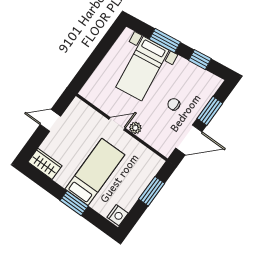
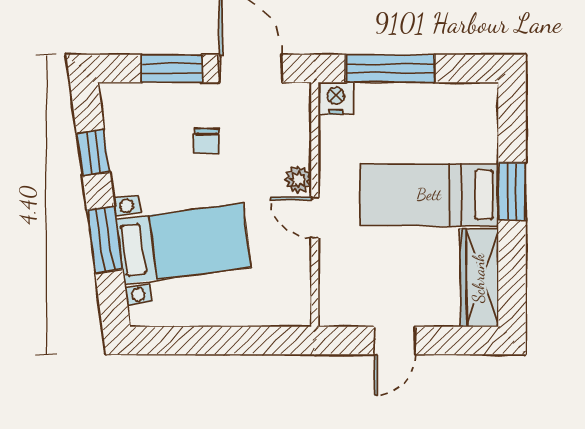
door: (50, 120) -> (395, 340), hinge flipped
wardrobe: (45, 164) -> (479, 278), width x1.50
window: (152, 191) -> (390, 69), width x1.44
nightstand: (118, 215) -> (336, 98), moved

